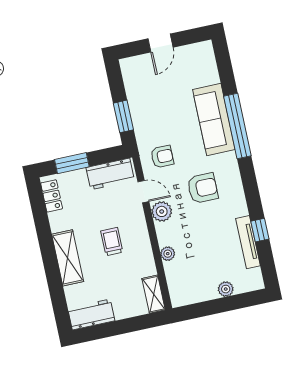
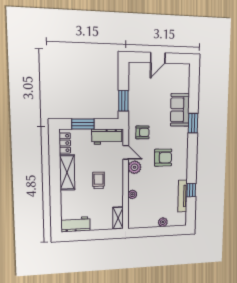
sofa: (214, 120) -> (180, 110), width x0.73
window: (237, 126) -> (193, 123), width x0.47
shelving: (68, 258) -> (67, 172), moved

